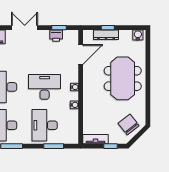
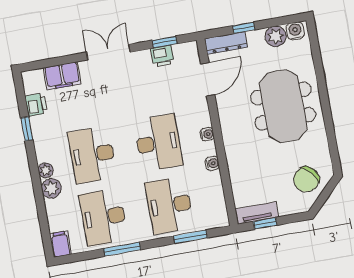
dresser: (106, 35) -> (226, 43), moved
plant: (126, 36) -> (276, 36), added
desk: (45, 87) -> (158, 143), turned 90
chair: (129, 125) -> (306, 179), turned -93
window: (110, 146) -> (265, 223), moved

